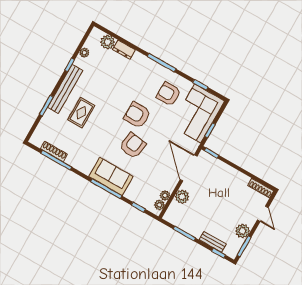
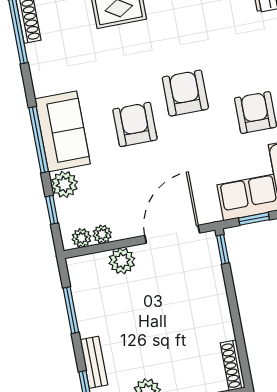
armchair: (133, 146) -> (135, 124), turned -98
plant: (132, 194) -> (64, 184), added

